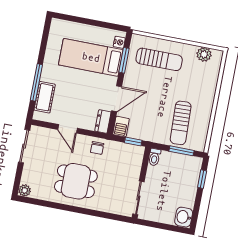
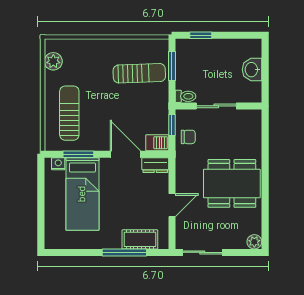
chair: (97, 148) -> (188, 137), moved
dining table: (76, 181) -> (232, 183), width x1.38
sliding door: (138, 198) -> (216, 106), moved
washbasin: (184, 217) -> (252, 70), moved, turned 90

